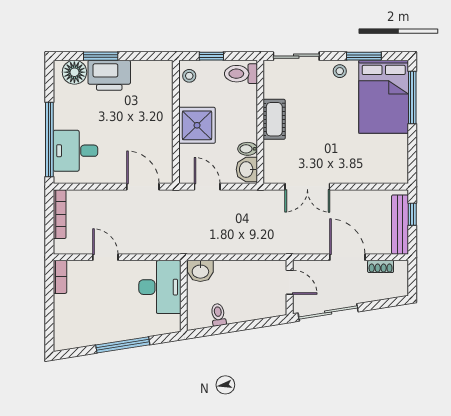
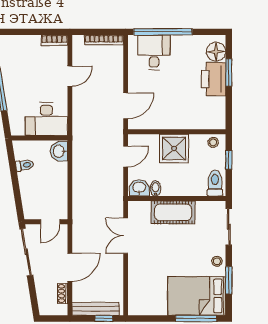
cot: (274, 119) -> (173, 212), width x1.37, depth x1.34

